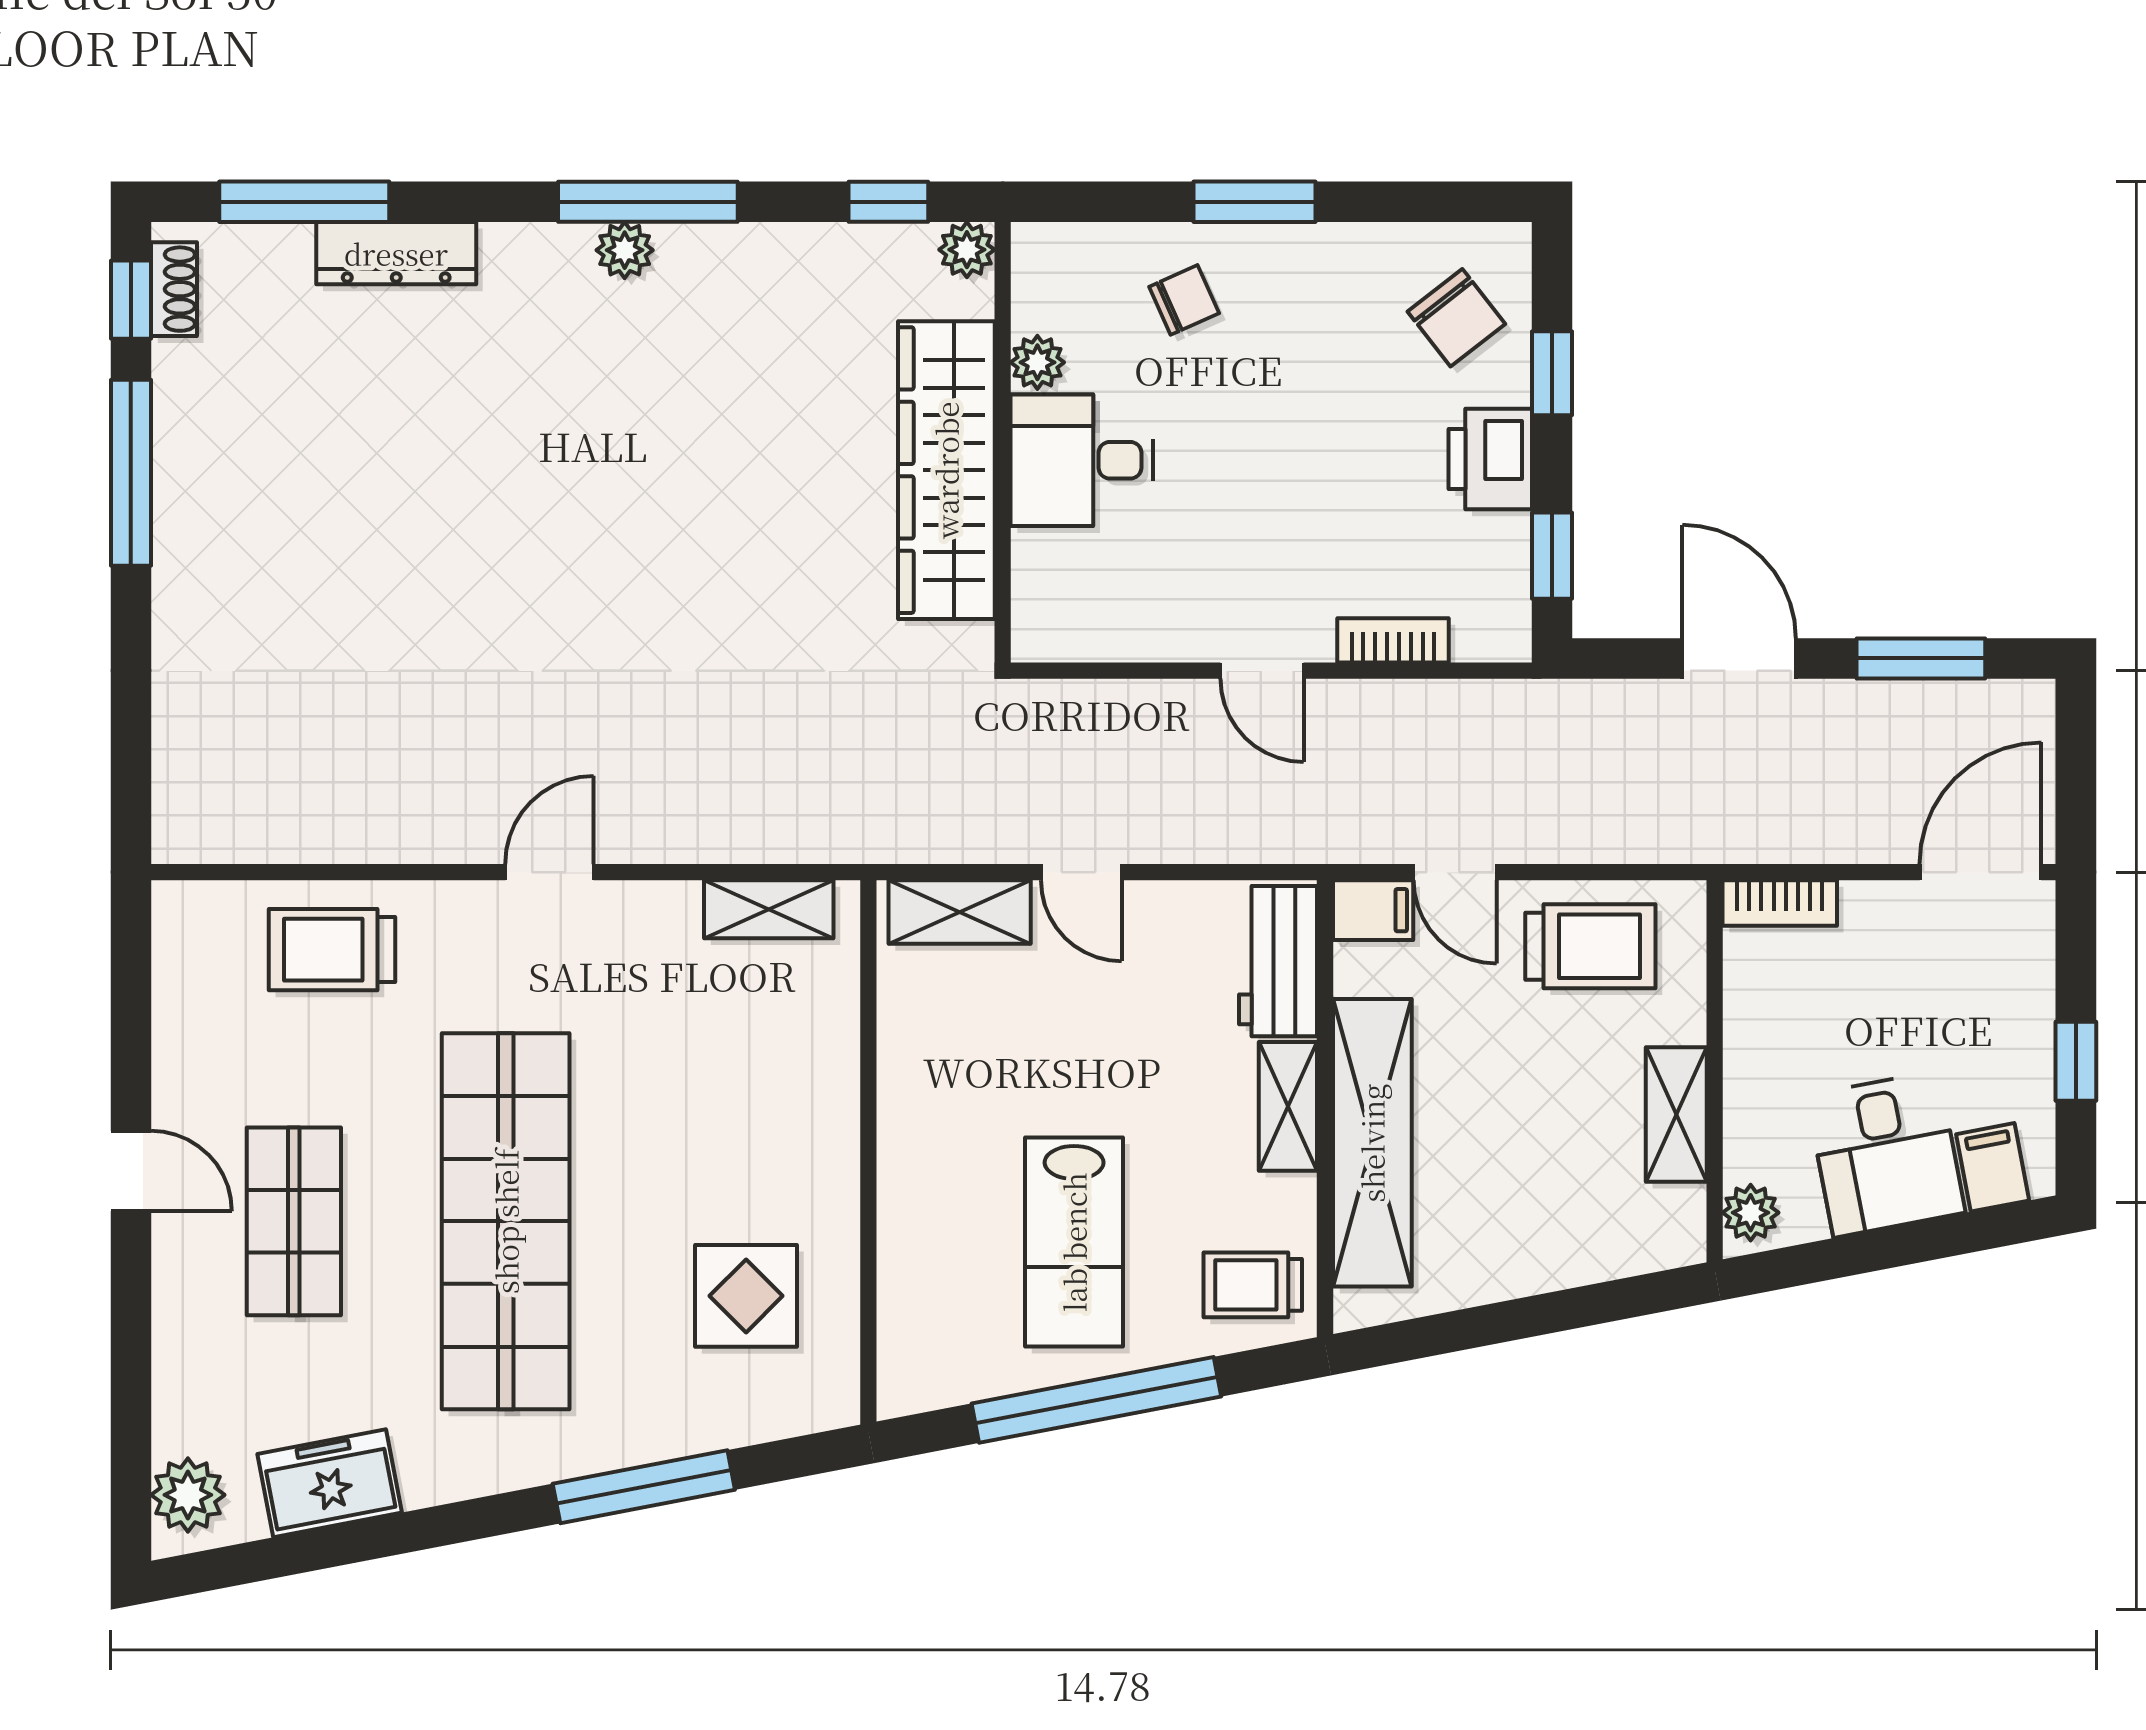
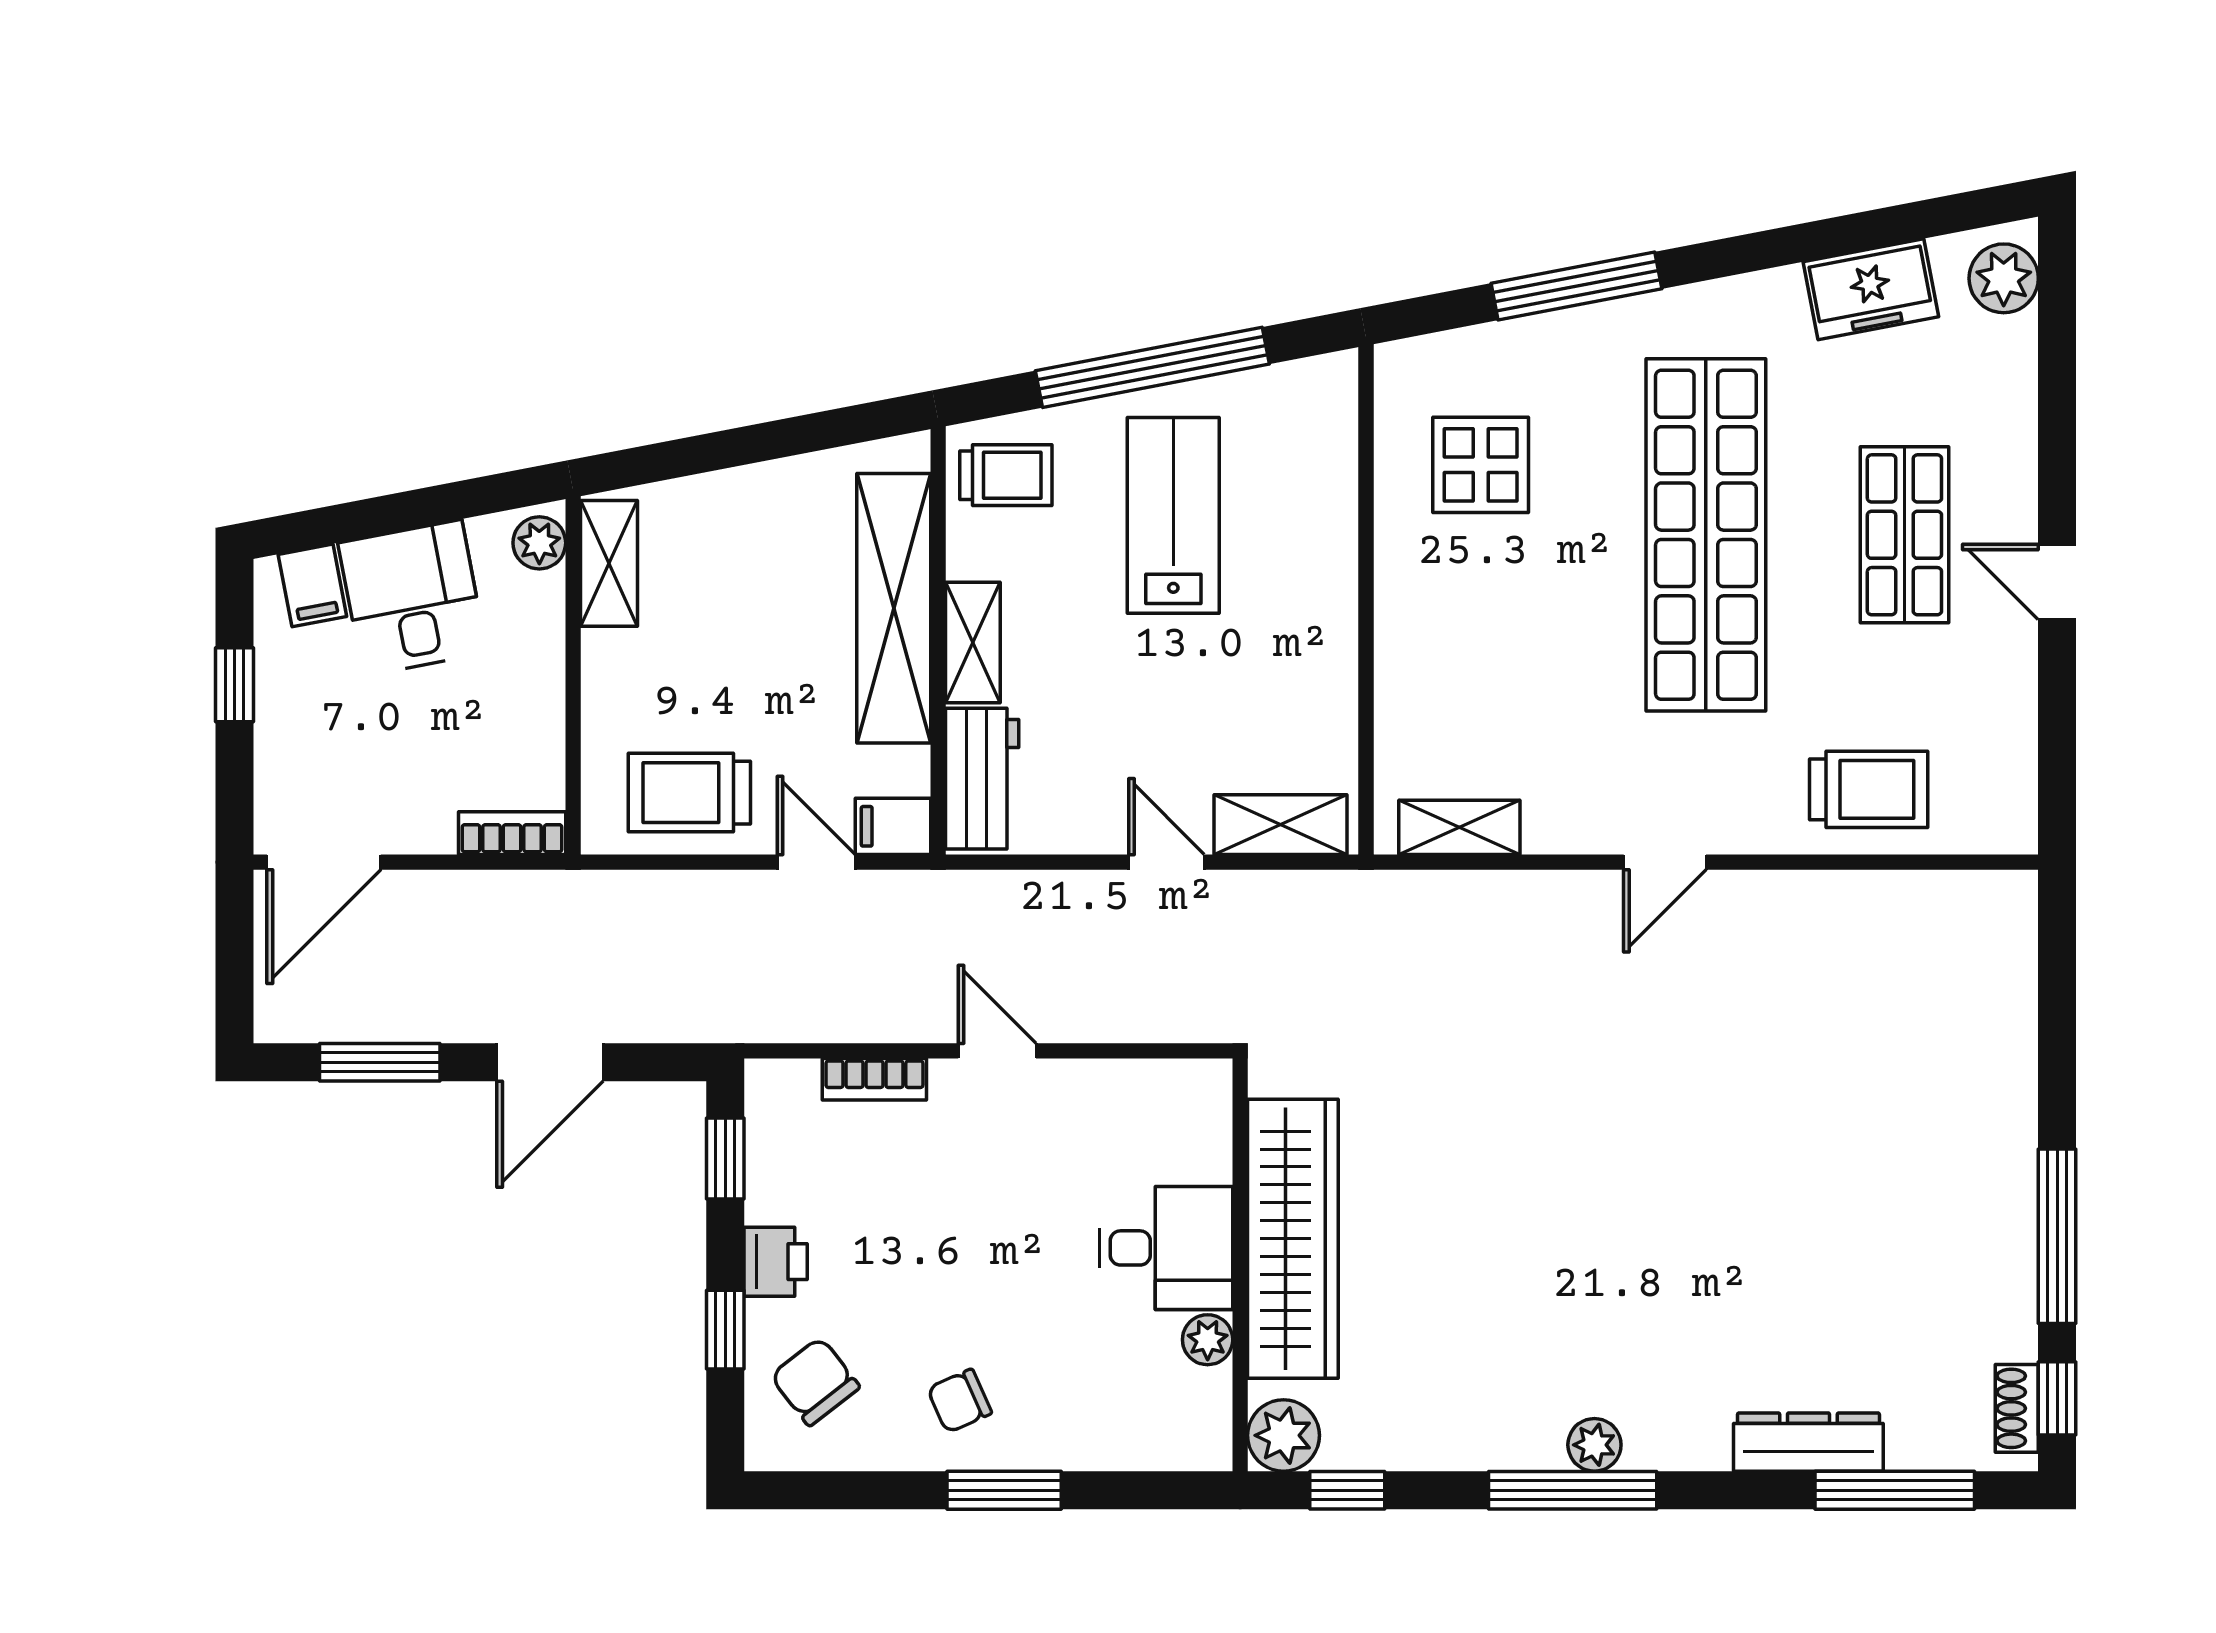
plant: (967, 250) -> (1284, 1435), width x1.38, depth x1.38
chair: (1184, 300) -> (959, 1401), moved
printer: (1490, 459) -> (776, 1262), width x0.73, depth x0.81
door: (1739, 658) -> (550, 1062), hinge flipped
shelving: (1676, 1114) -> (609, 563), moved

